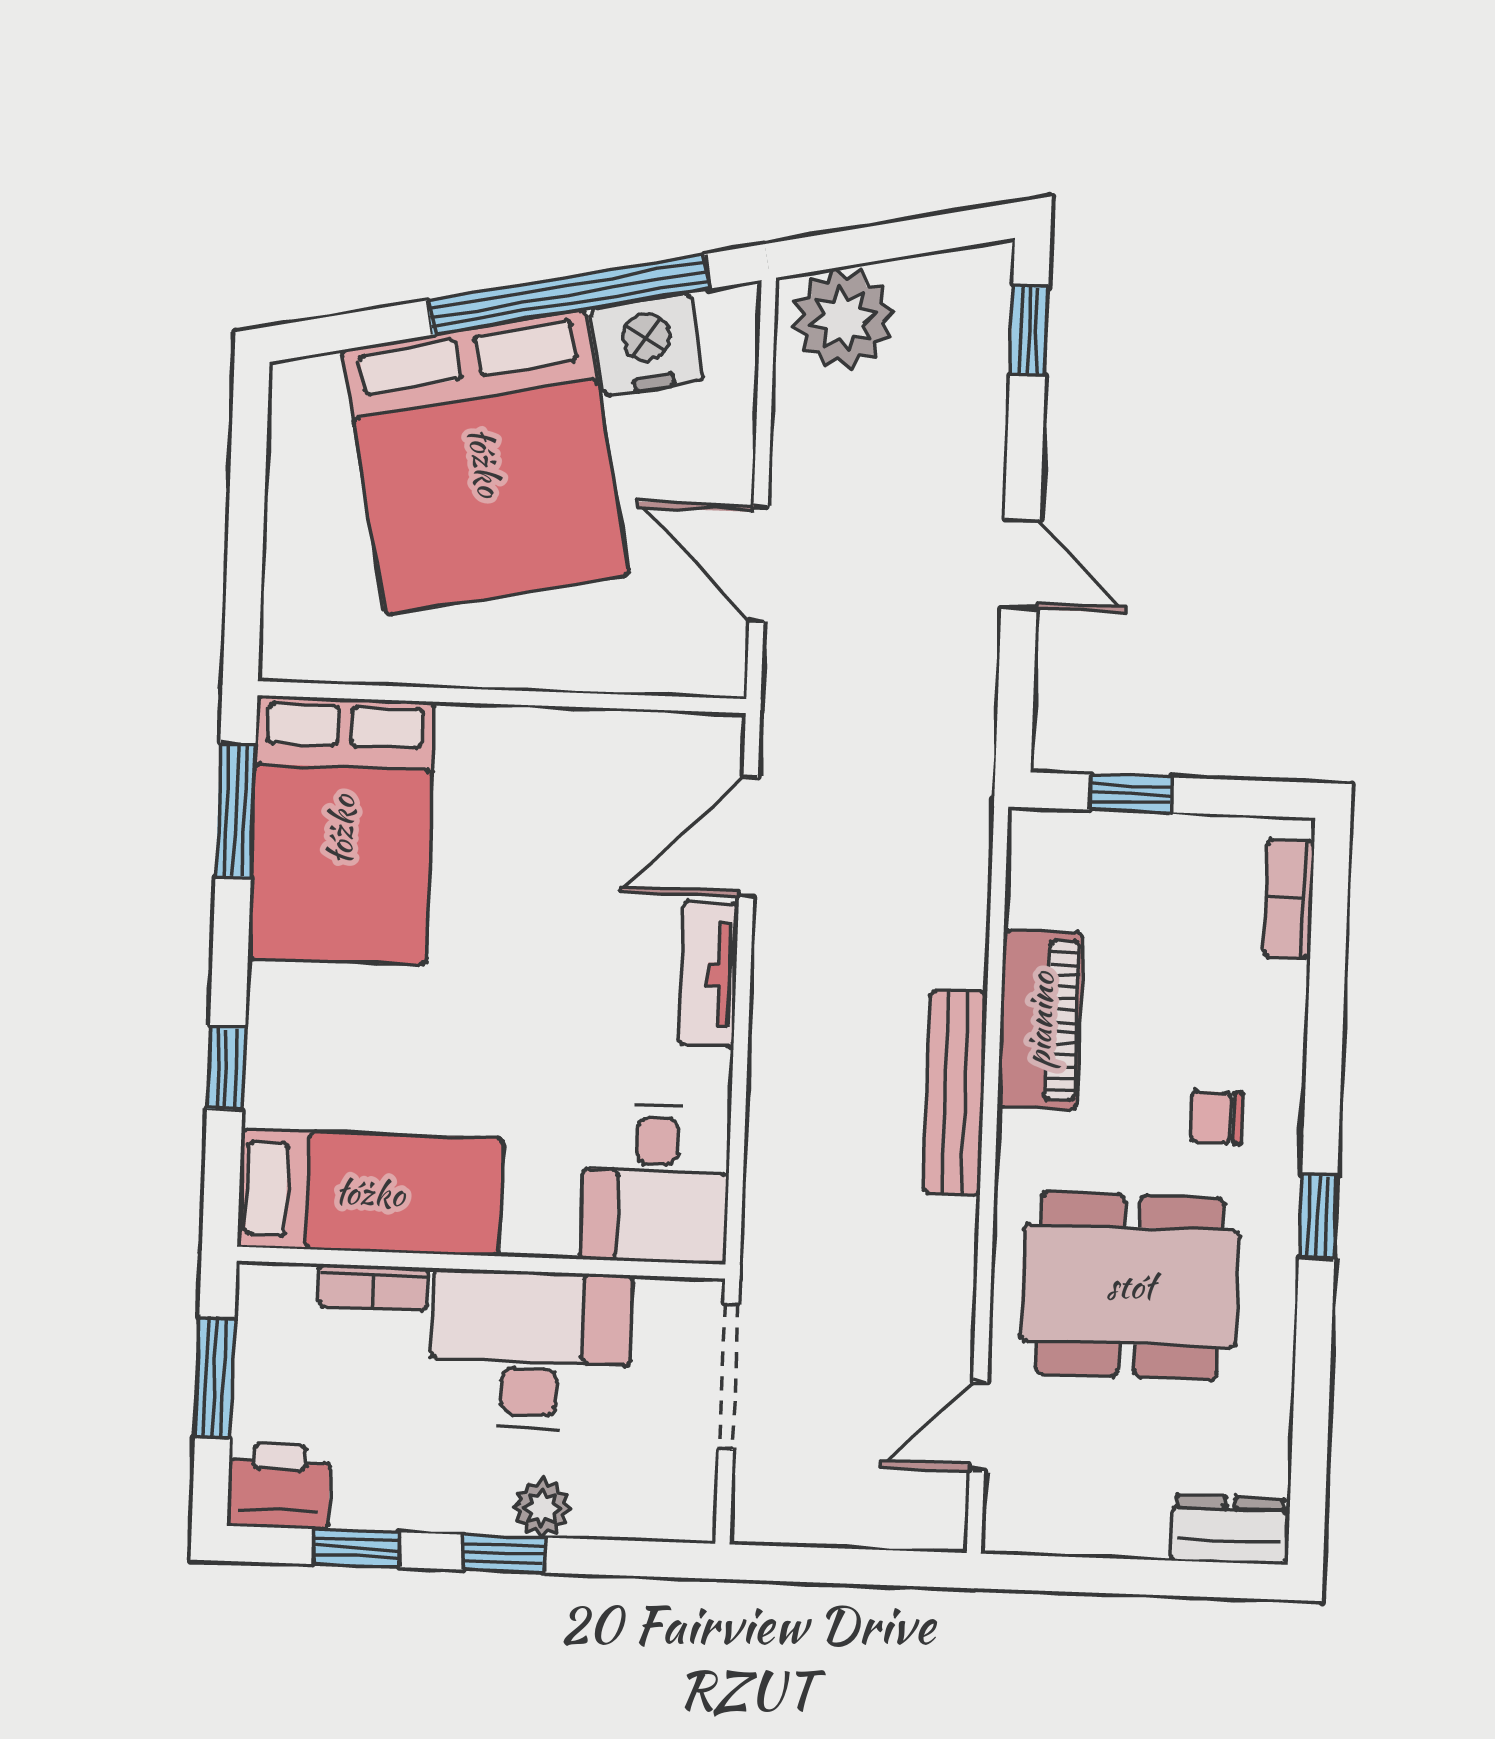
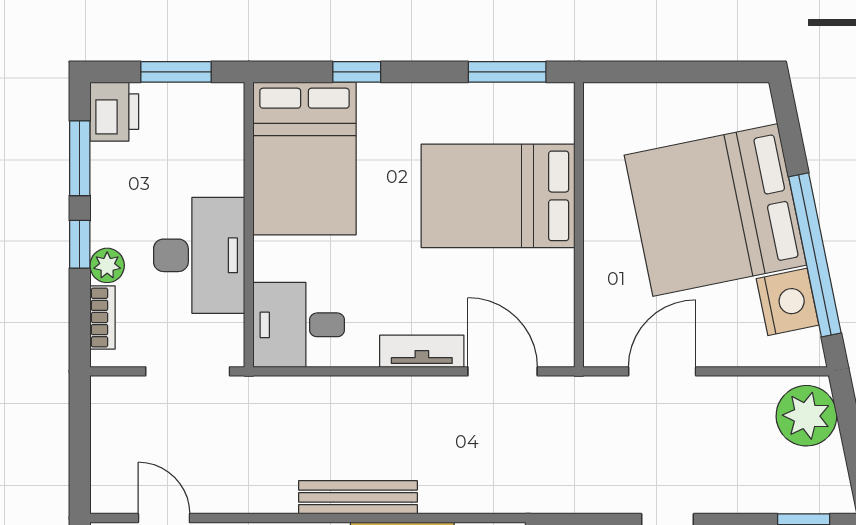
bed: (341, 830) -> (498, 196), moved
bed: (370, 1193) -> (304, 159), width x1.50
bookcase: (373, 1287) -> (103, 317), moved, turned 180
window: (357, 1548) -> (80, 158), width x1.50

